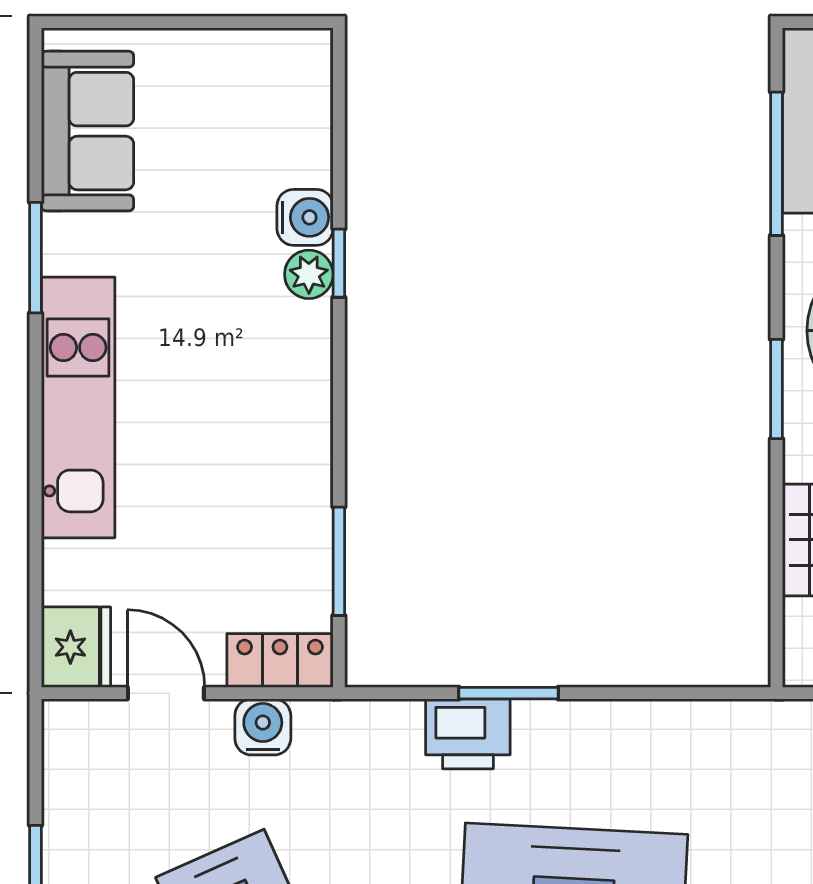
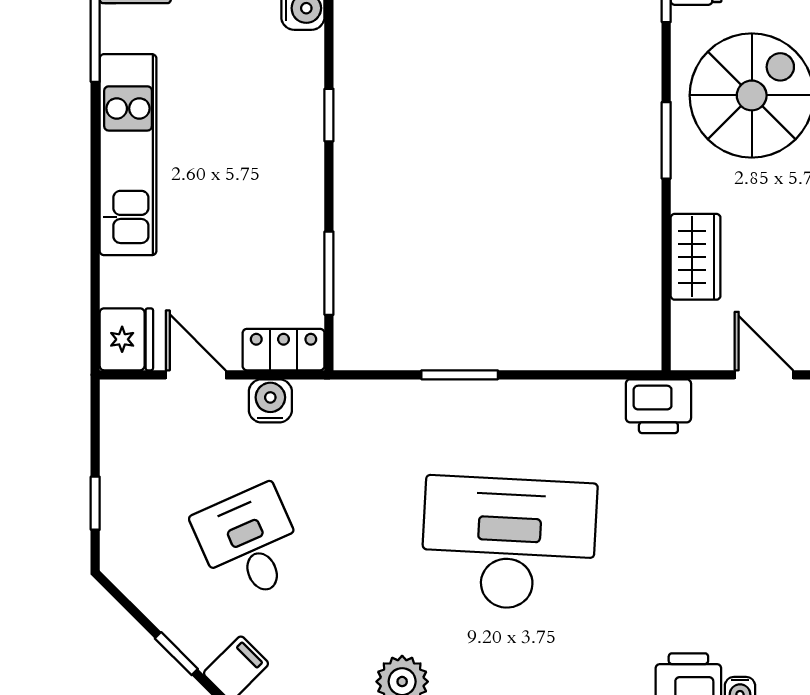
window: (339, 263) -> (329, 115), moved
plant: (309, 274) -> (306, 52), removed
printer: (468, 734) -> (658, 406), moved

